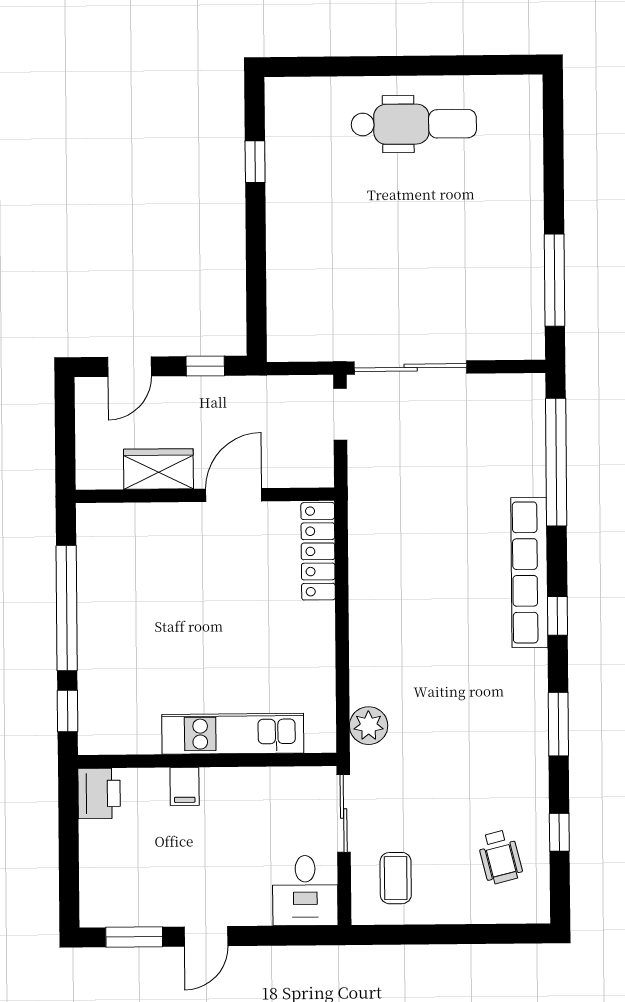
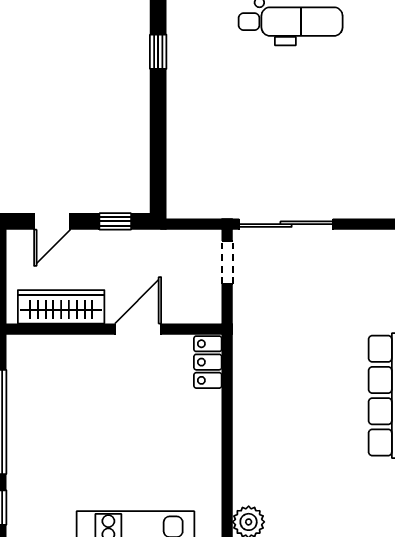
wardrobe: (158, 469) -> (61, 307), width x1.50
locker: (318, 551) -> (208, 362), width x0.66

